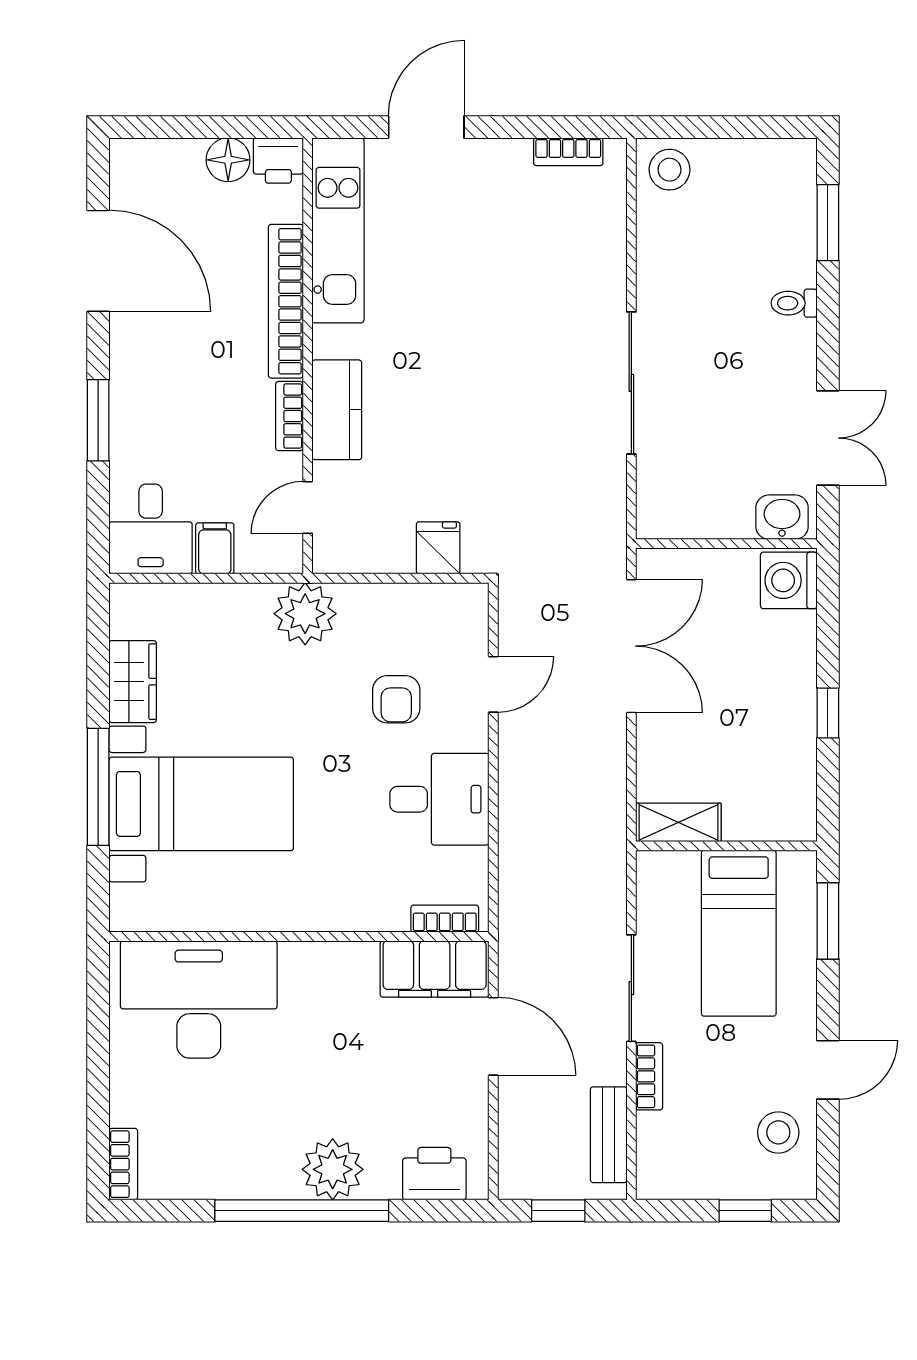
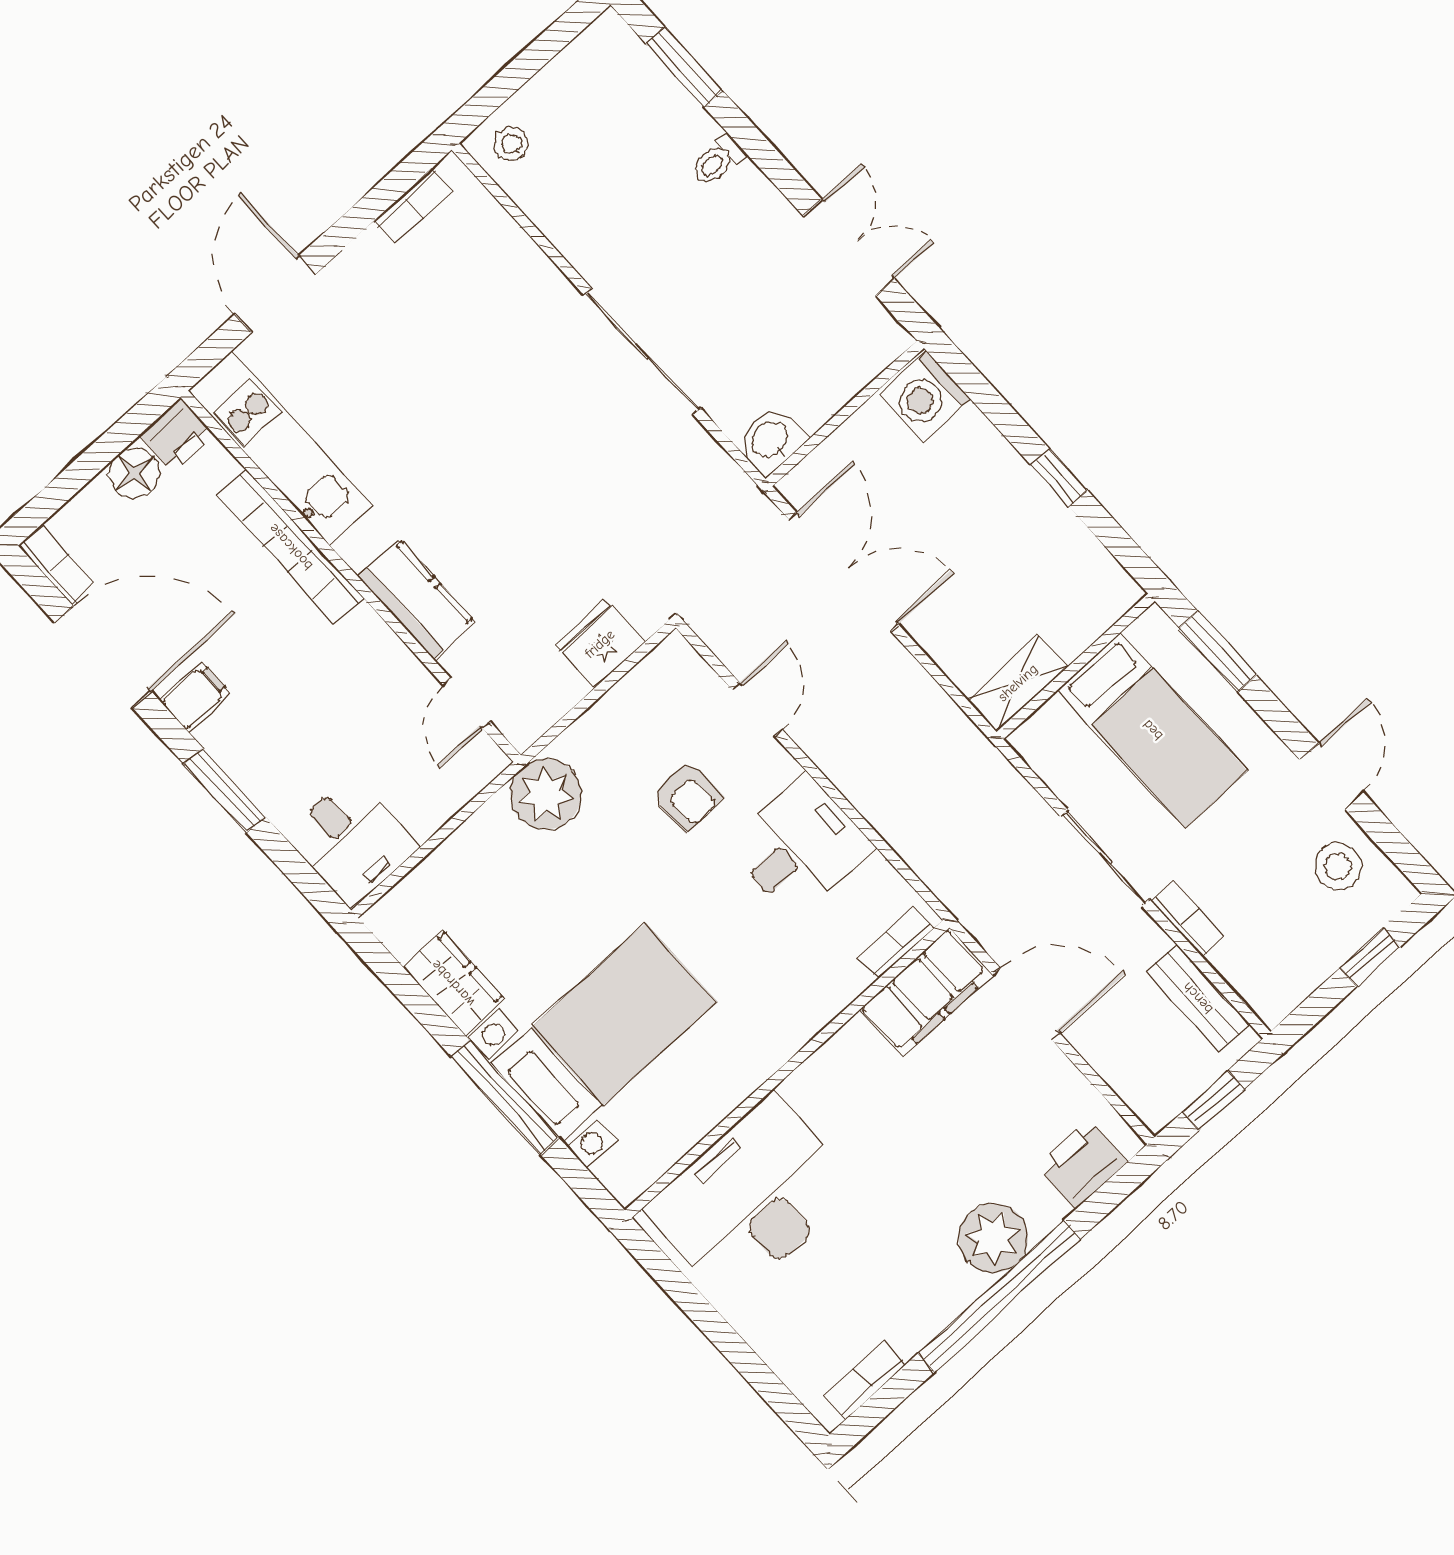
stool: (670, 170) -> (511, 144), width x0.73, depth x0.73
bookcase: (289, 416) -> (57, 565), moved, turned 180
washbasin: (782, 517) -> (771, 440), moved
filing cabinet: (215, 548) -> (195, 697), moved, turned 90
fridge: (438, 548) -> (600, 644), width x1.38
bookcase: (123, 1164) -> (865, 1380), moved, turned -90

